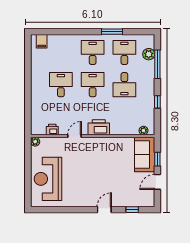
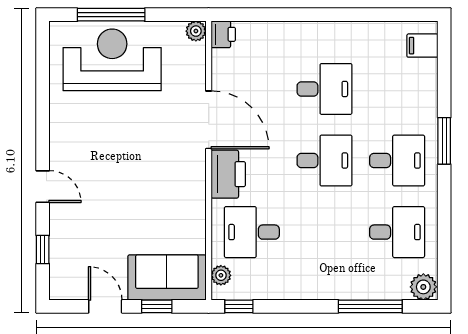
window: (112, 32) -> (444, 141), moved
plant: (149, 54) -> (423, 287), moved
desk: (124, 85) -> (252, 232), moved
window: (157, 102) -> (239, 306), moved
printer: (52, 130) -> (223, 34), moved
door: (75, 136) -> (209, 120), width x1.87
window: (28, 179) -> (111, 15), added

